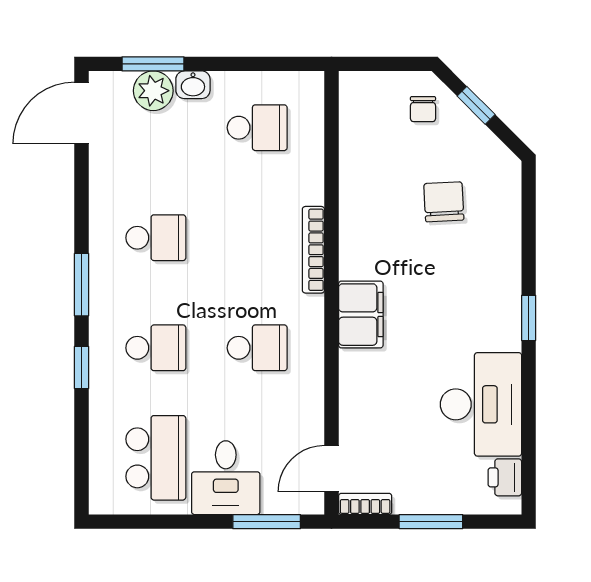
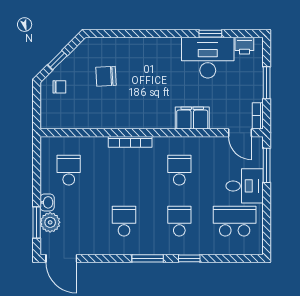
filing cabinet: (361, 315) -> (192, 118), moved
window: (529, 318) -> (210, 34), moved

